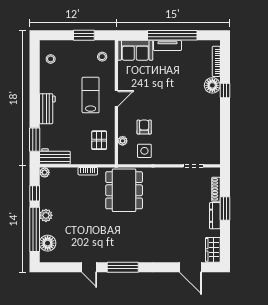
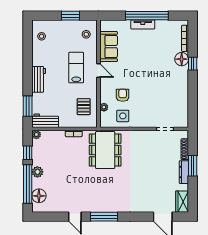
sofa: (135, 50) -> (109, 47), moved, turned -90
door: (116, 98) -> (98, 71), hinge flipped

